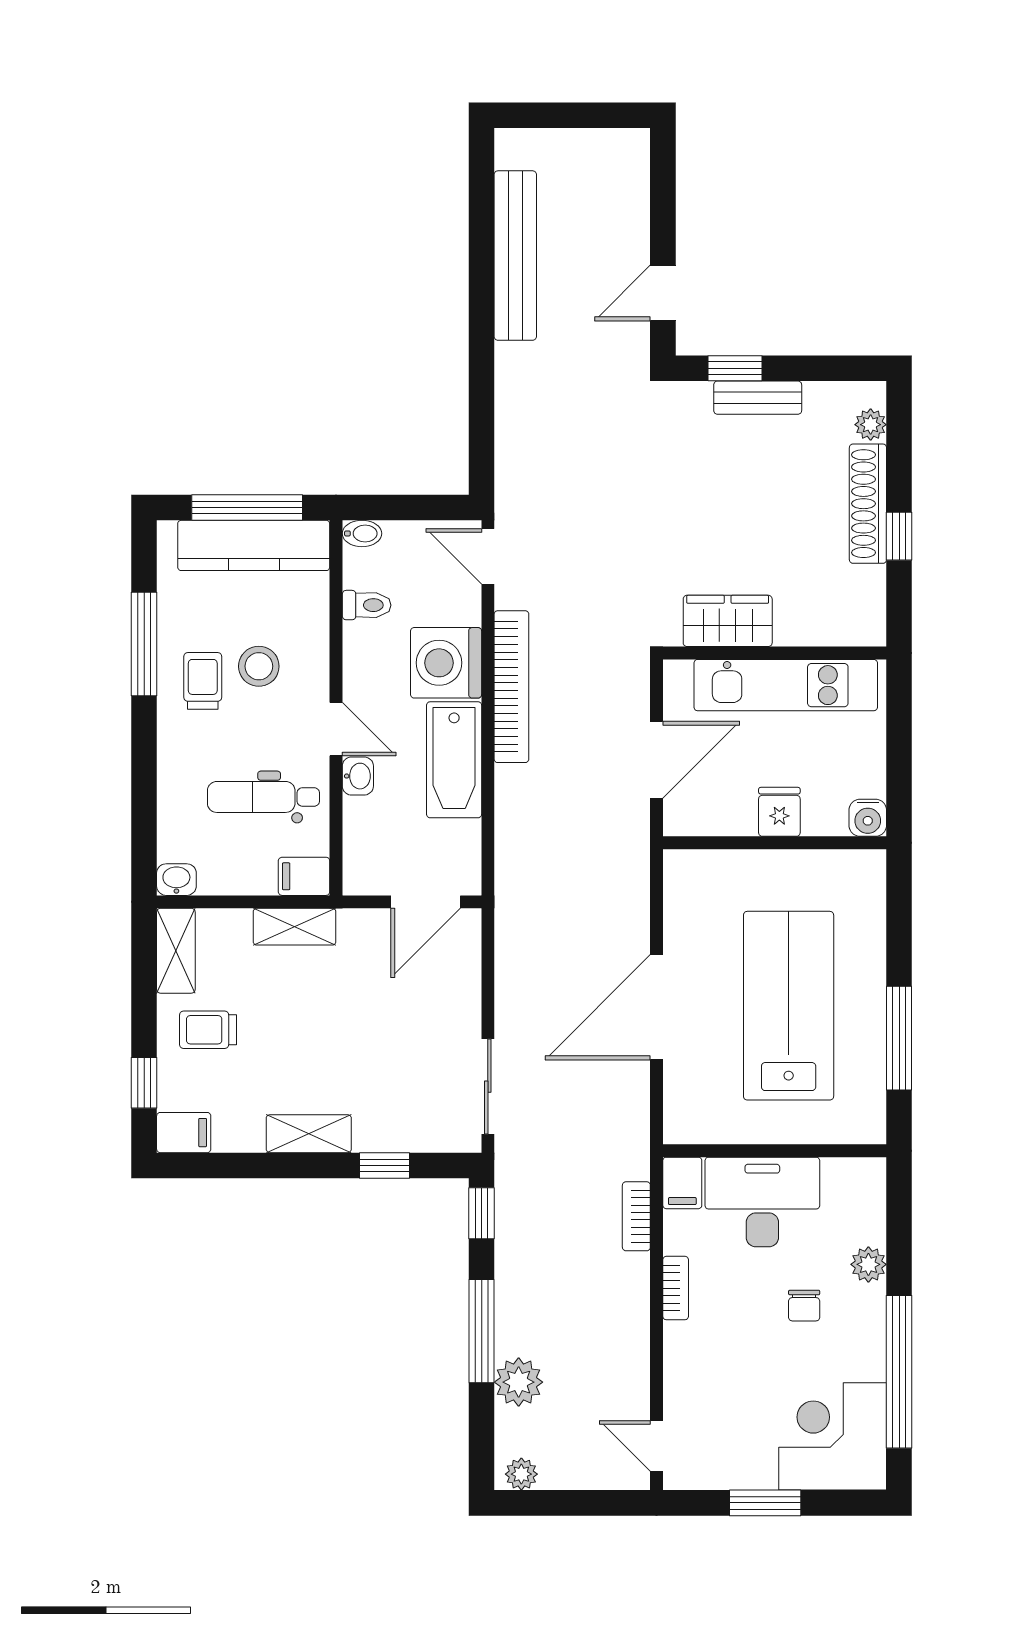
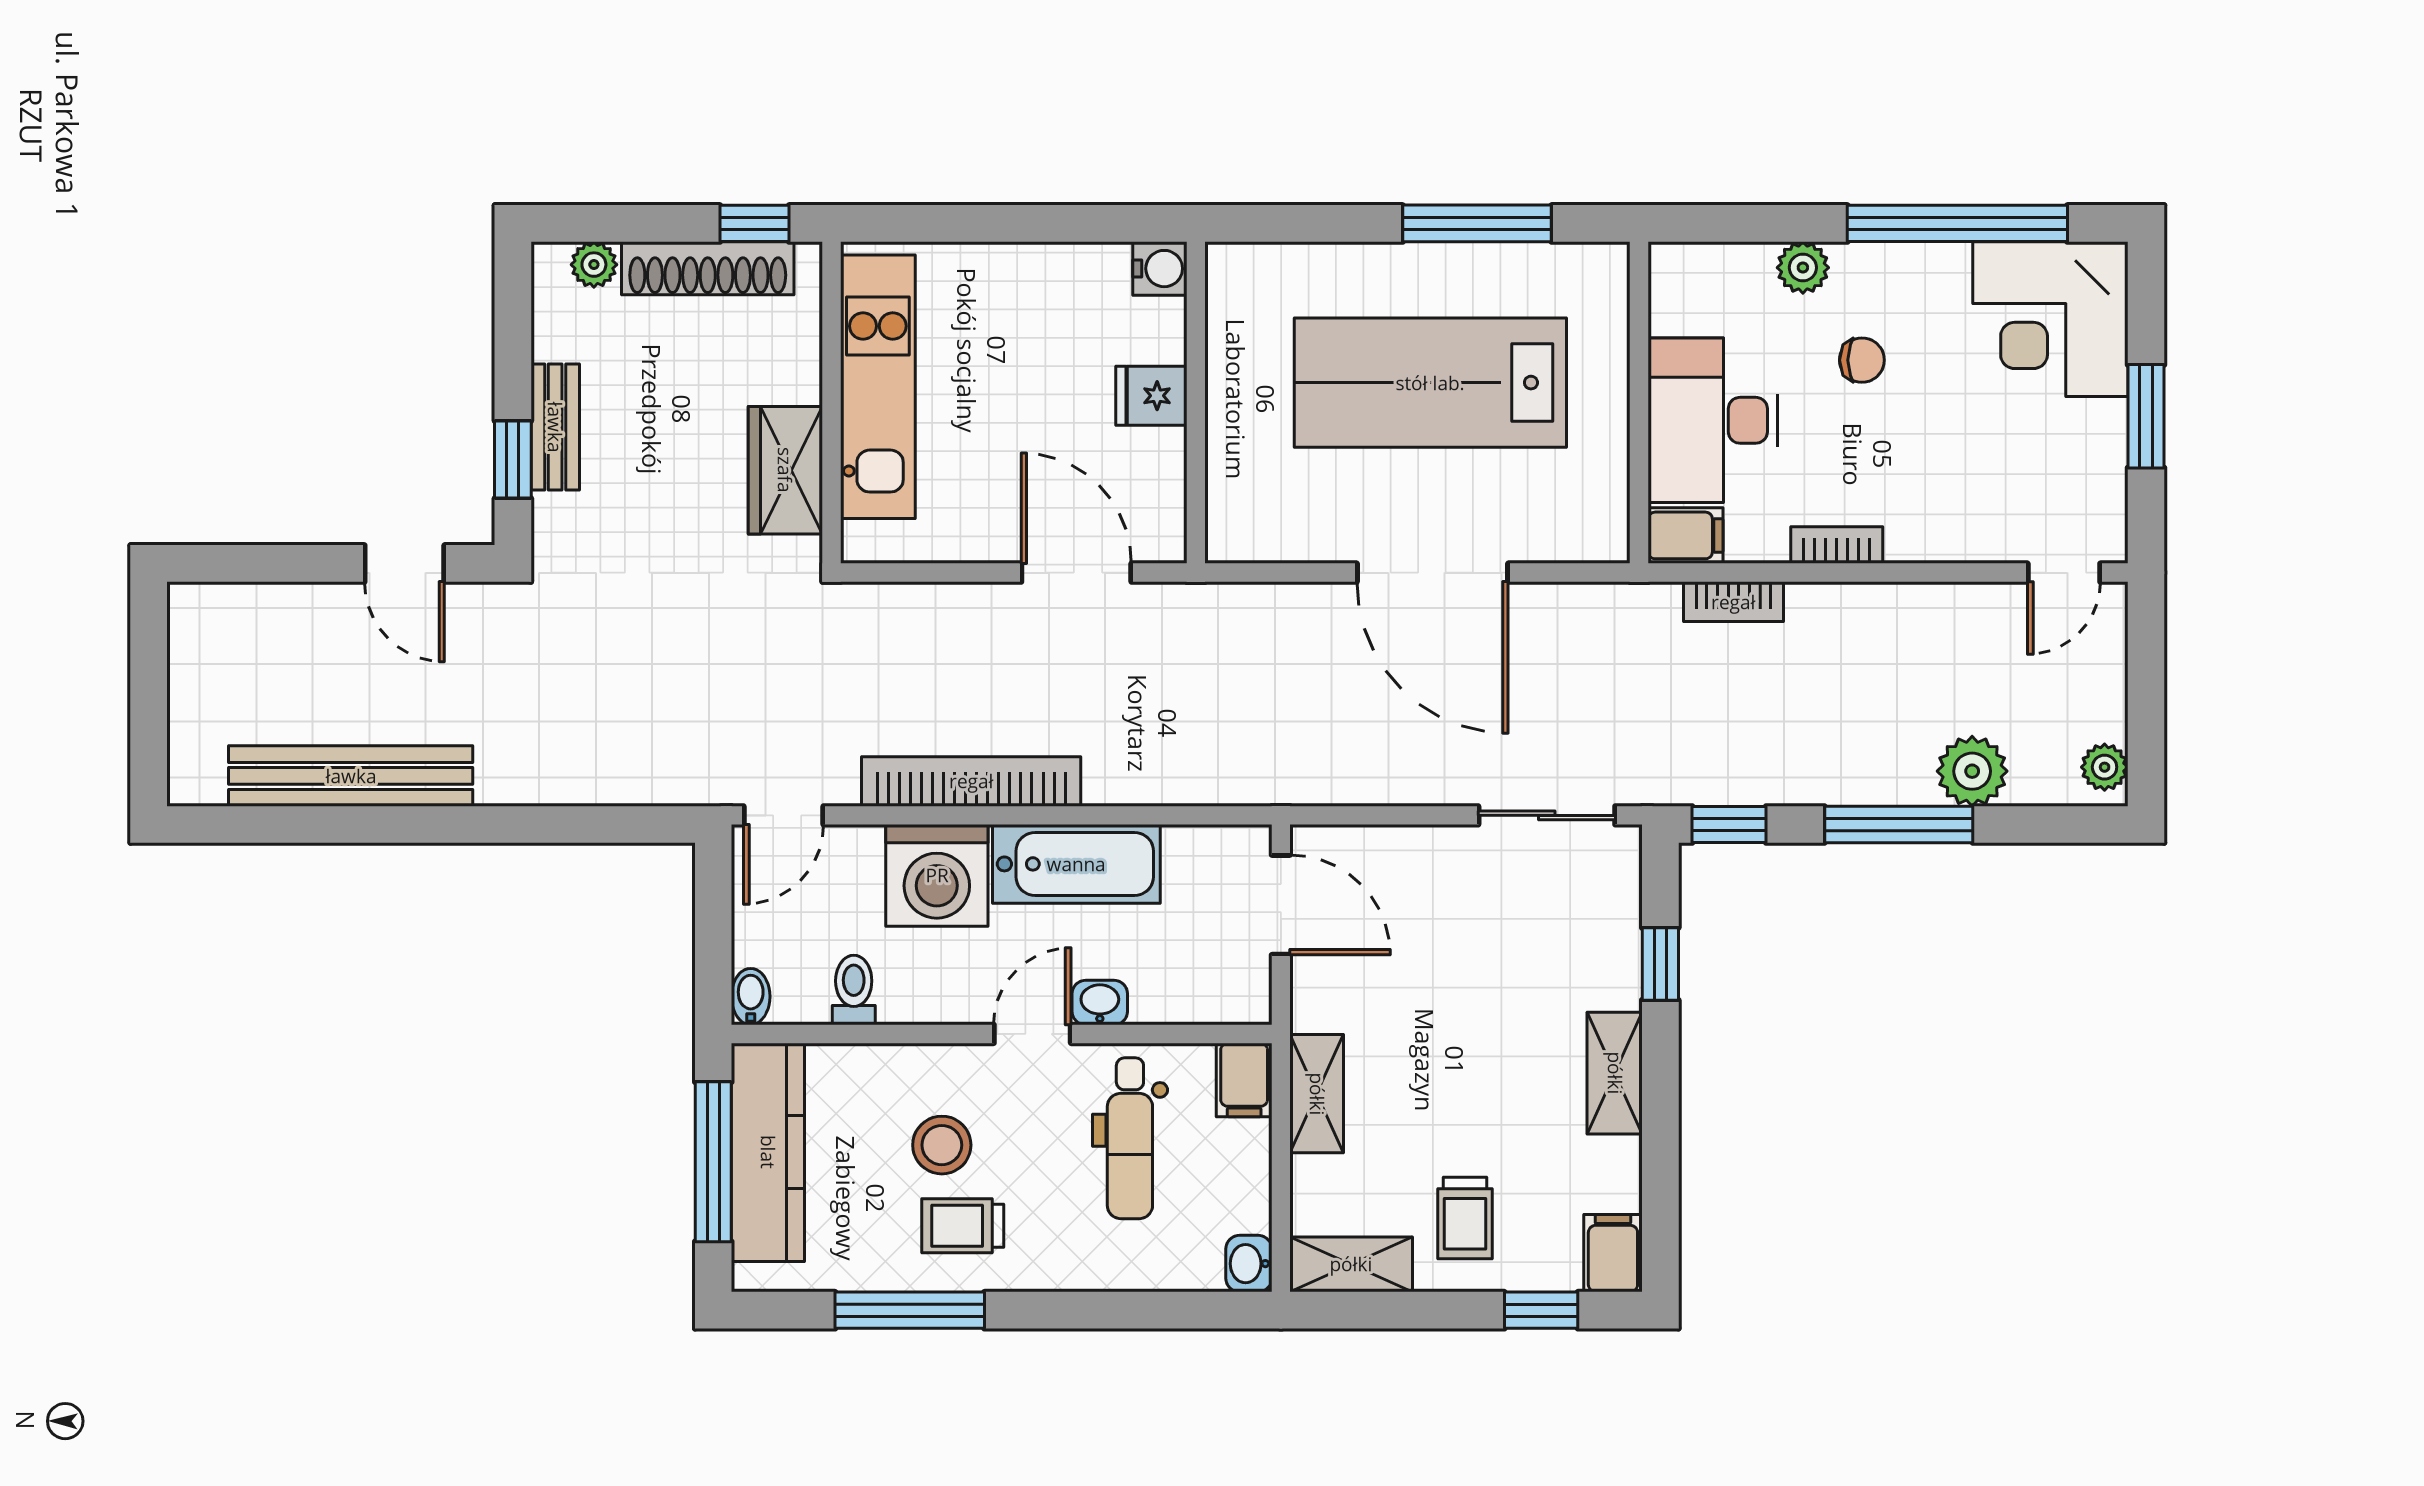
wardrobe: (728, 621) -> (785, 470), moved
wall: (775, 653) -> (832, 403), moved
kitchen unit: (786, 685) -> (878, 387), moved

